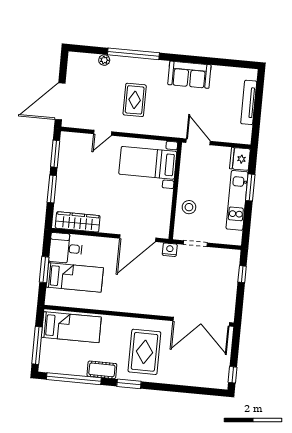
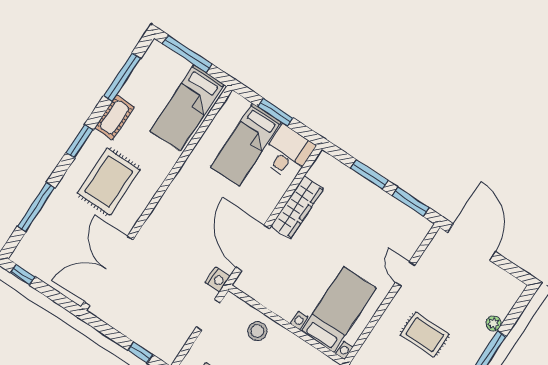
wardrobe: (78, 222) -> (297, 207), moved
rug: (144, 352) -> (109, 181), turned 90
window: (74, 379) -> (122, 77), width x0.68
window: (185, 389) -> (36, 207), added

